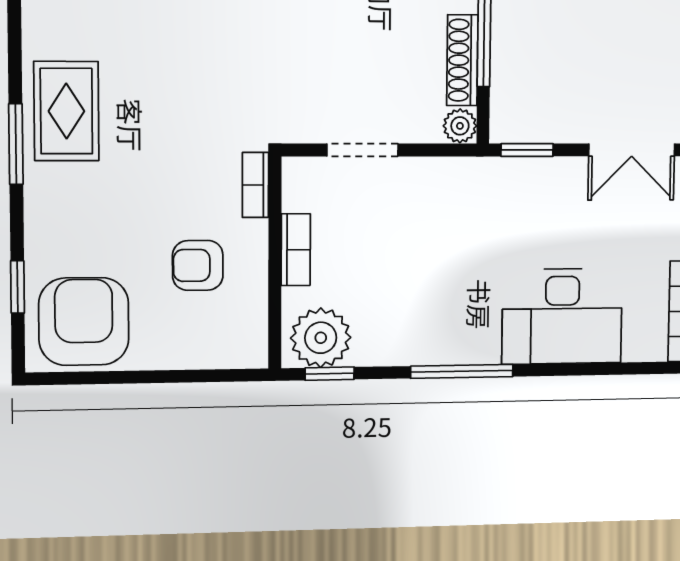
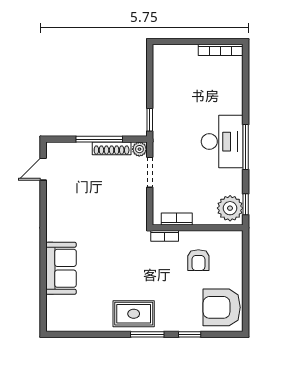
doorway: (363, 150) -> (150, 172), moved
double door: (632, 150) -> (150, 74), removed
bookcase: (296, 250) -> (177, 219), moved
window: (17, 287) -> (190, 334), moved
desk: (562, 316) -> (222, 142), moved

